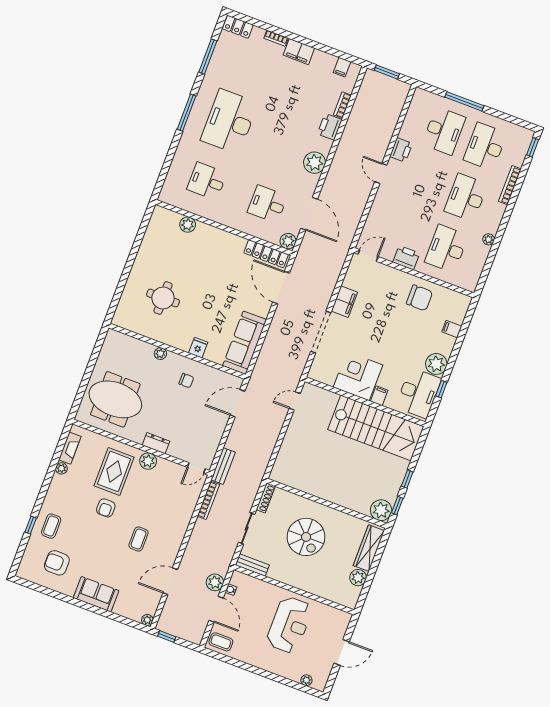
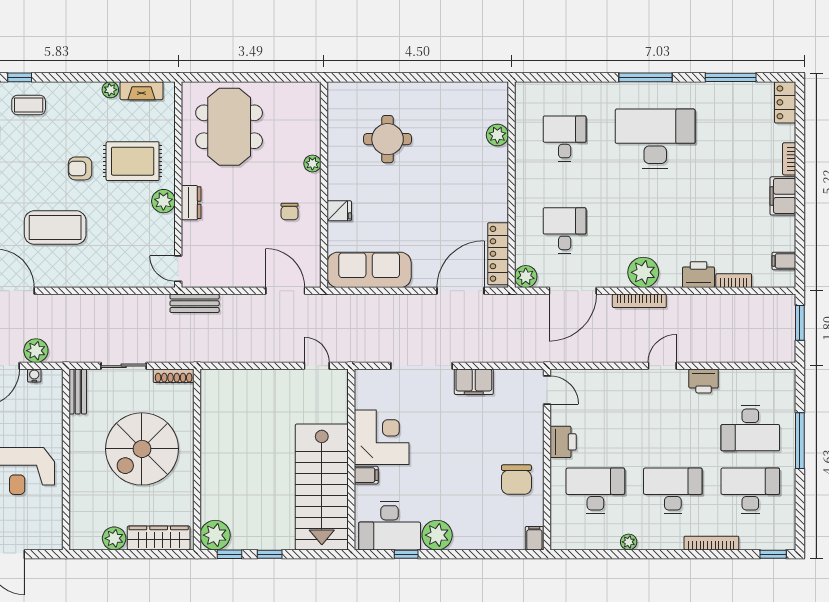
filing cabinet: (452, 329) -> (534, 538), moved
bookcase: (208, 500) -> (639, 301), moved
spiral stairs: (306, 537) -> (142, 449), width x1.37, depth x1.37
coffee table: (139, 539) -> (55, 228), width x1.86, depth x1.72

